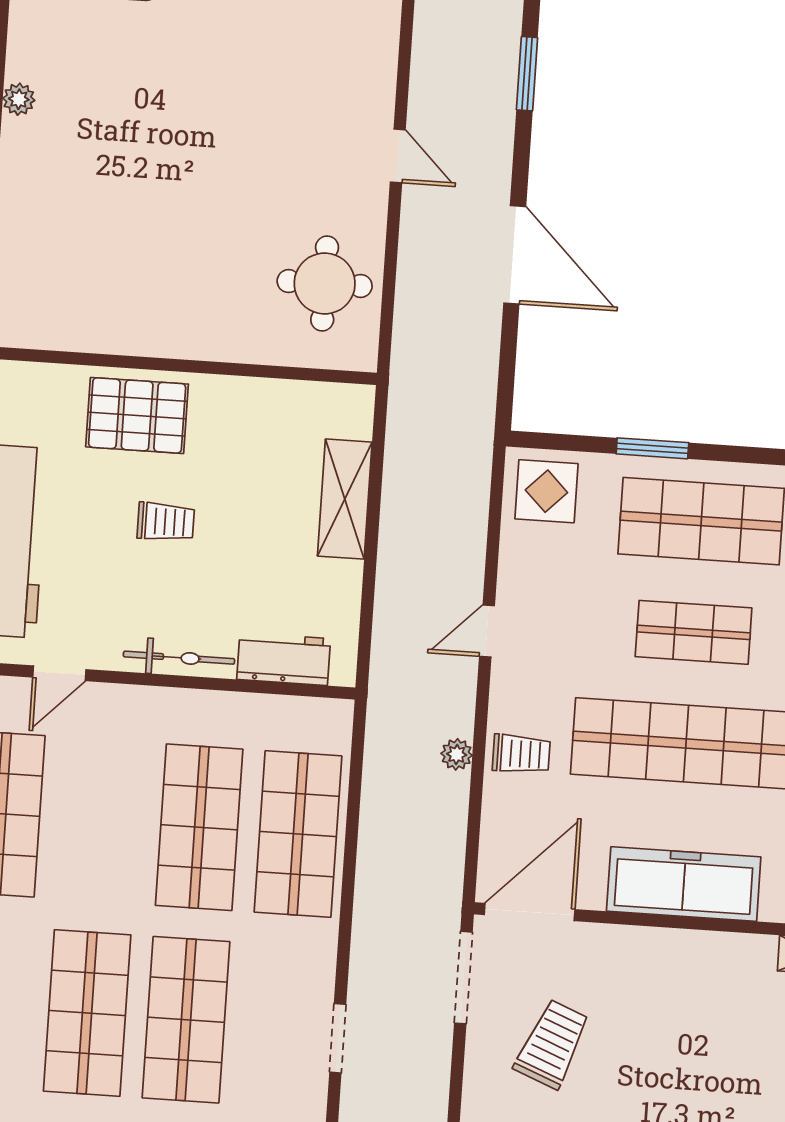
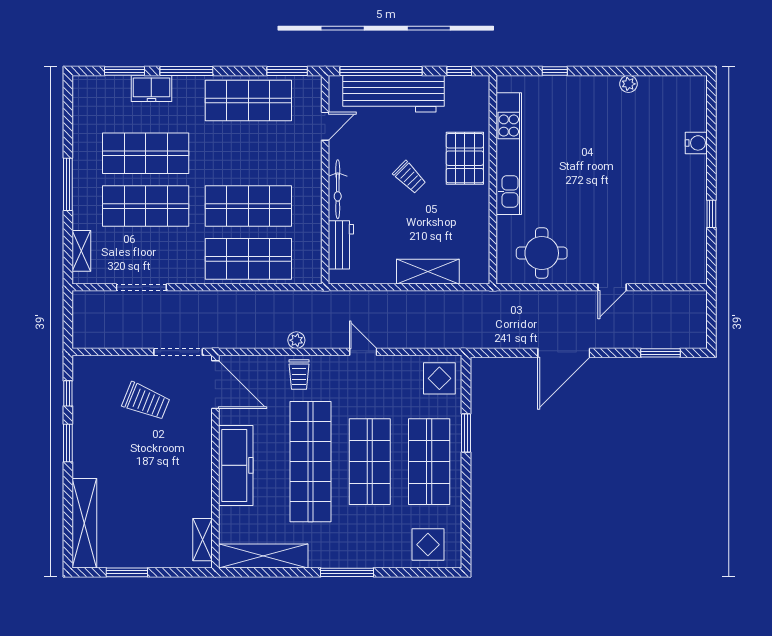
kitchen unit: (134, 333) -> (509, 154), added
trolley: (166, 522) -> (409, 177), turned -45
shop shelf: (694, 632) -> (370, 462), width x1.43, depth x1.36
door: (59, 673) -> (325, 126), swing flipped
doorway: (338, 1038) -> (141, 287), width x1.38

